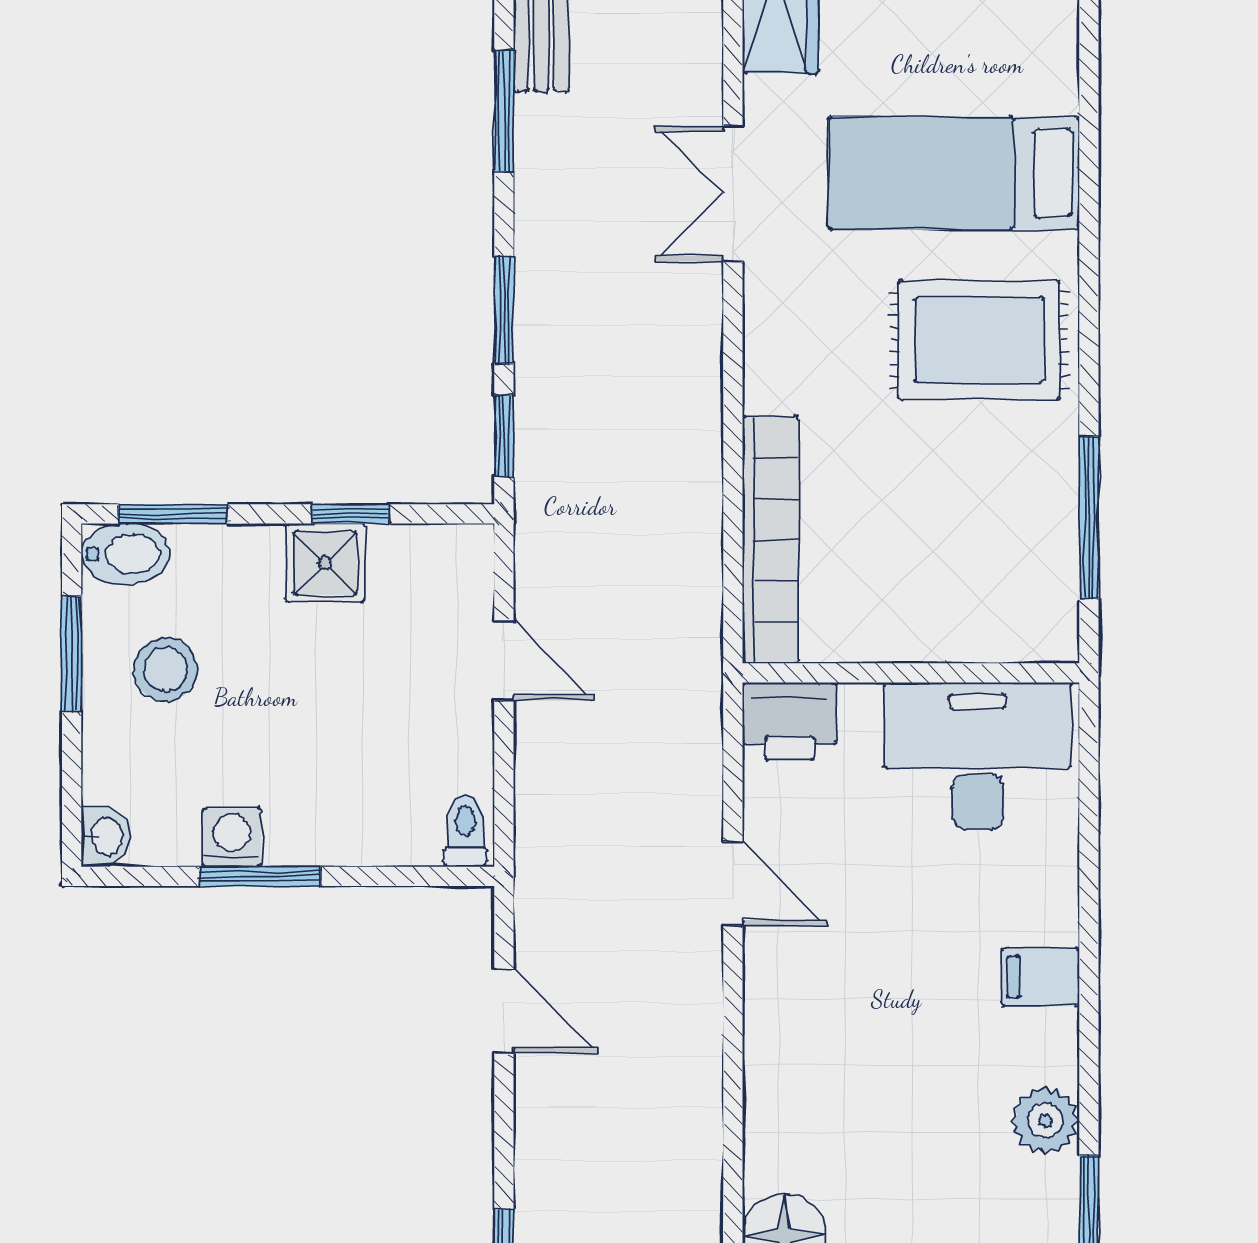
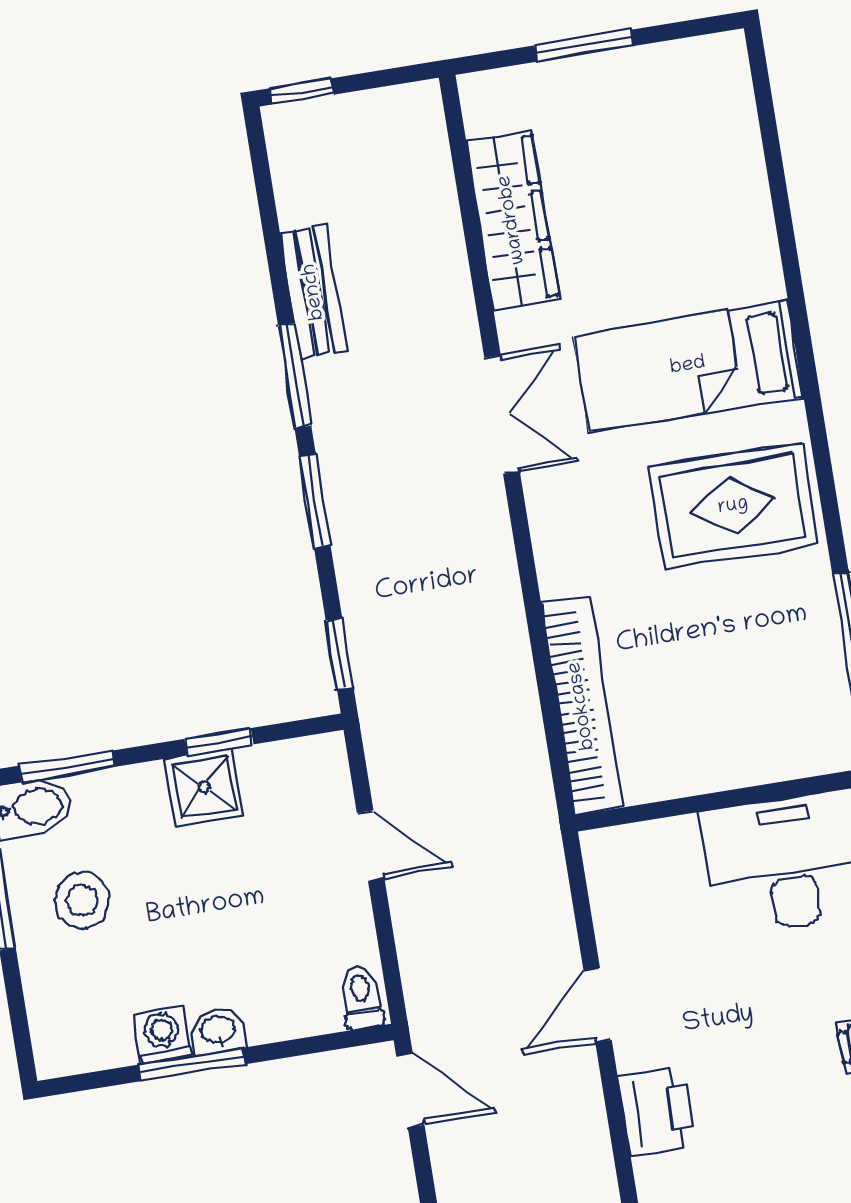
double door: (733, 194) -> (502, 414), swing flipped
window: (504, 310) -> (315, 501), moved
printer: (789, 721) -> (657, 1111), moved, turned -90
washbasin: (105, 837) -> (218, 1030), moved, turned -90
door: (733, 884) -> (598, 1005), swing flipped
door: (504, 1011) -> (410, 1090), moved

